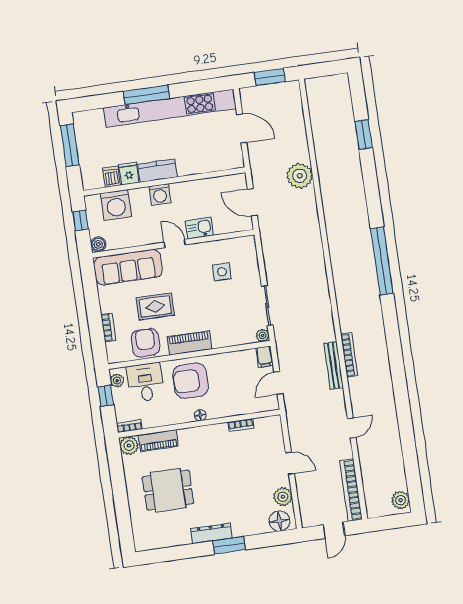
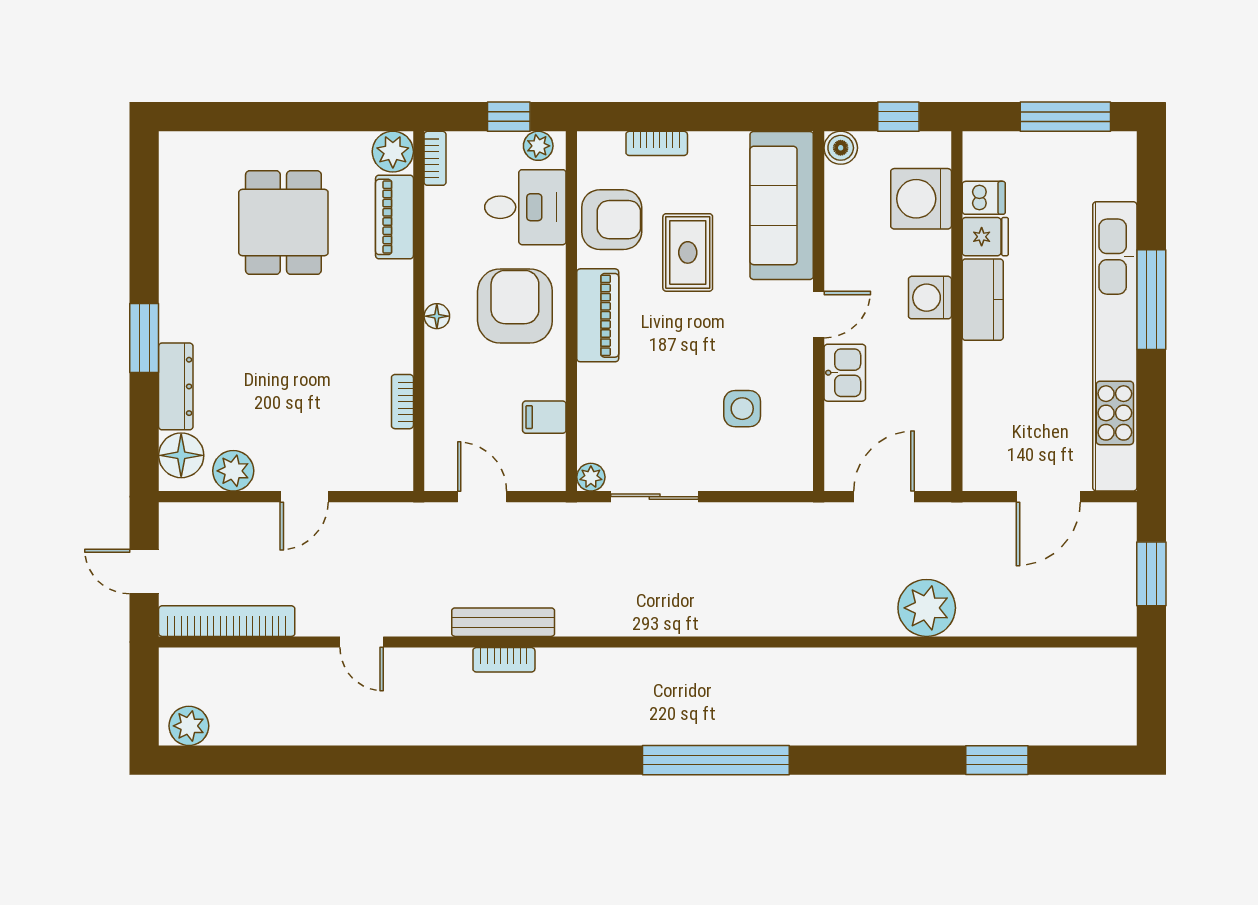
bookcase: (349, 355) -> (504, 660), width x0.64
filing cabinet: (264, 357) -> (544, 417), moved
dresser: (211, 533) -> (176, 386), moved

